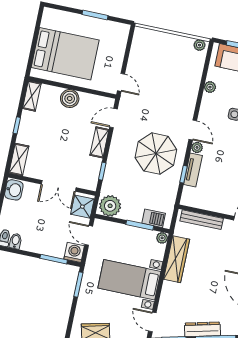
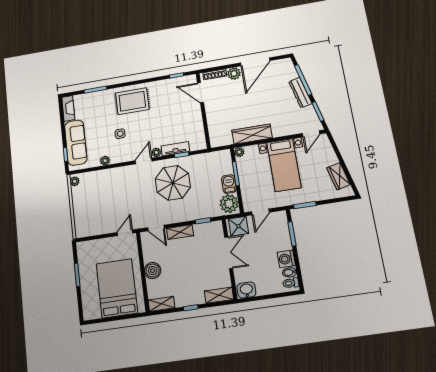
barbecue: (154, 218) -> (229, 184), moved
bench: (202, 220) -> (213, 127), removed
washing machine: (74, 252) -> (286, 259), moved

